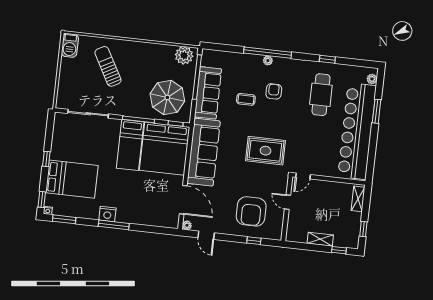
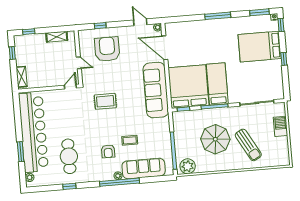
barbecue: (70, 45) -> (280, 126), moved
sofa: (208, 93) -> (144, 168), moved, turned 90
parasol: (167, 97) -> (215, 139), moved
rug: (265, 151) -> (105, 101), width x0.73, depth x0.70
nightstand: (107, 214) -> (225, 24), removed
shelving: (320, 239) -> (57, 37), moved

